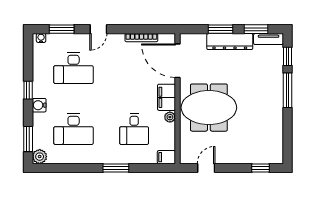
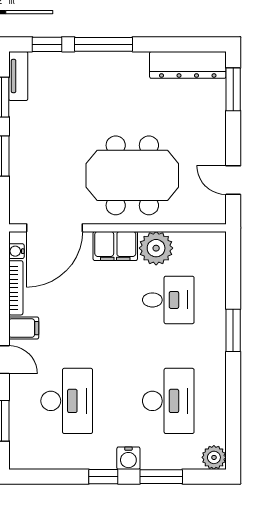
water cooler: (41, 38) -> (16, 251), moved
dresser: (230, 42) -> (188, 65), moved, turned 90
meeting table: (209, 108) -> (132, 175), turned 90
plant: (170, 117) -> (156, 248), width x1.87, depth x1.87
window: (28, 139) -> (161, 477), moved
filing cabinet: (166, 157) -> (24, 328), moved, turned -90
window: (261, 168) -> (233, 89), width x1.50

